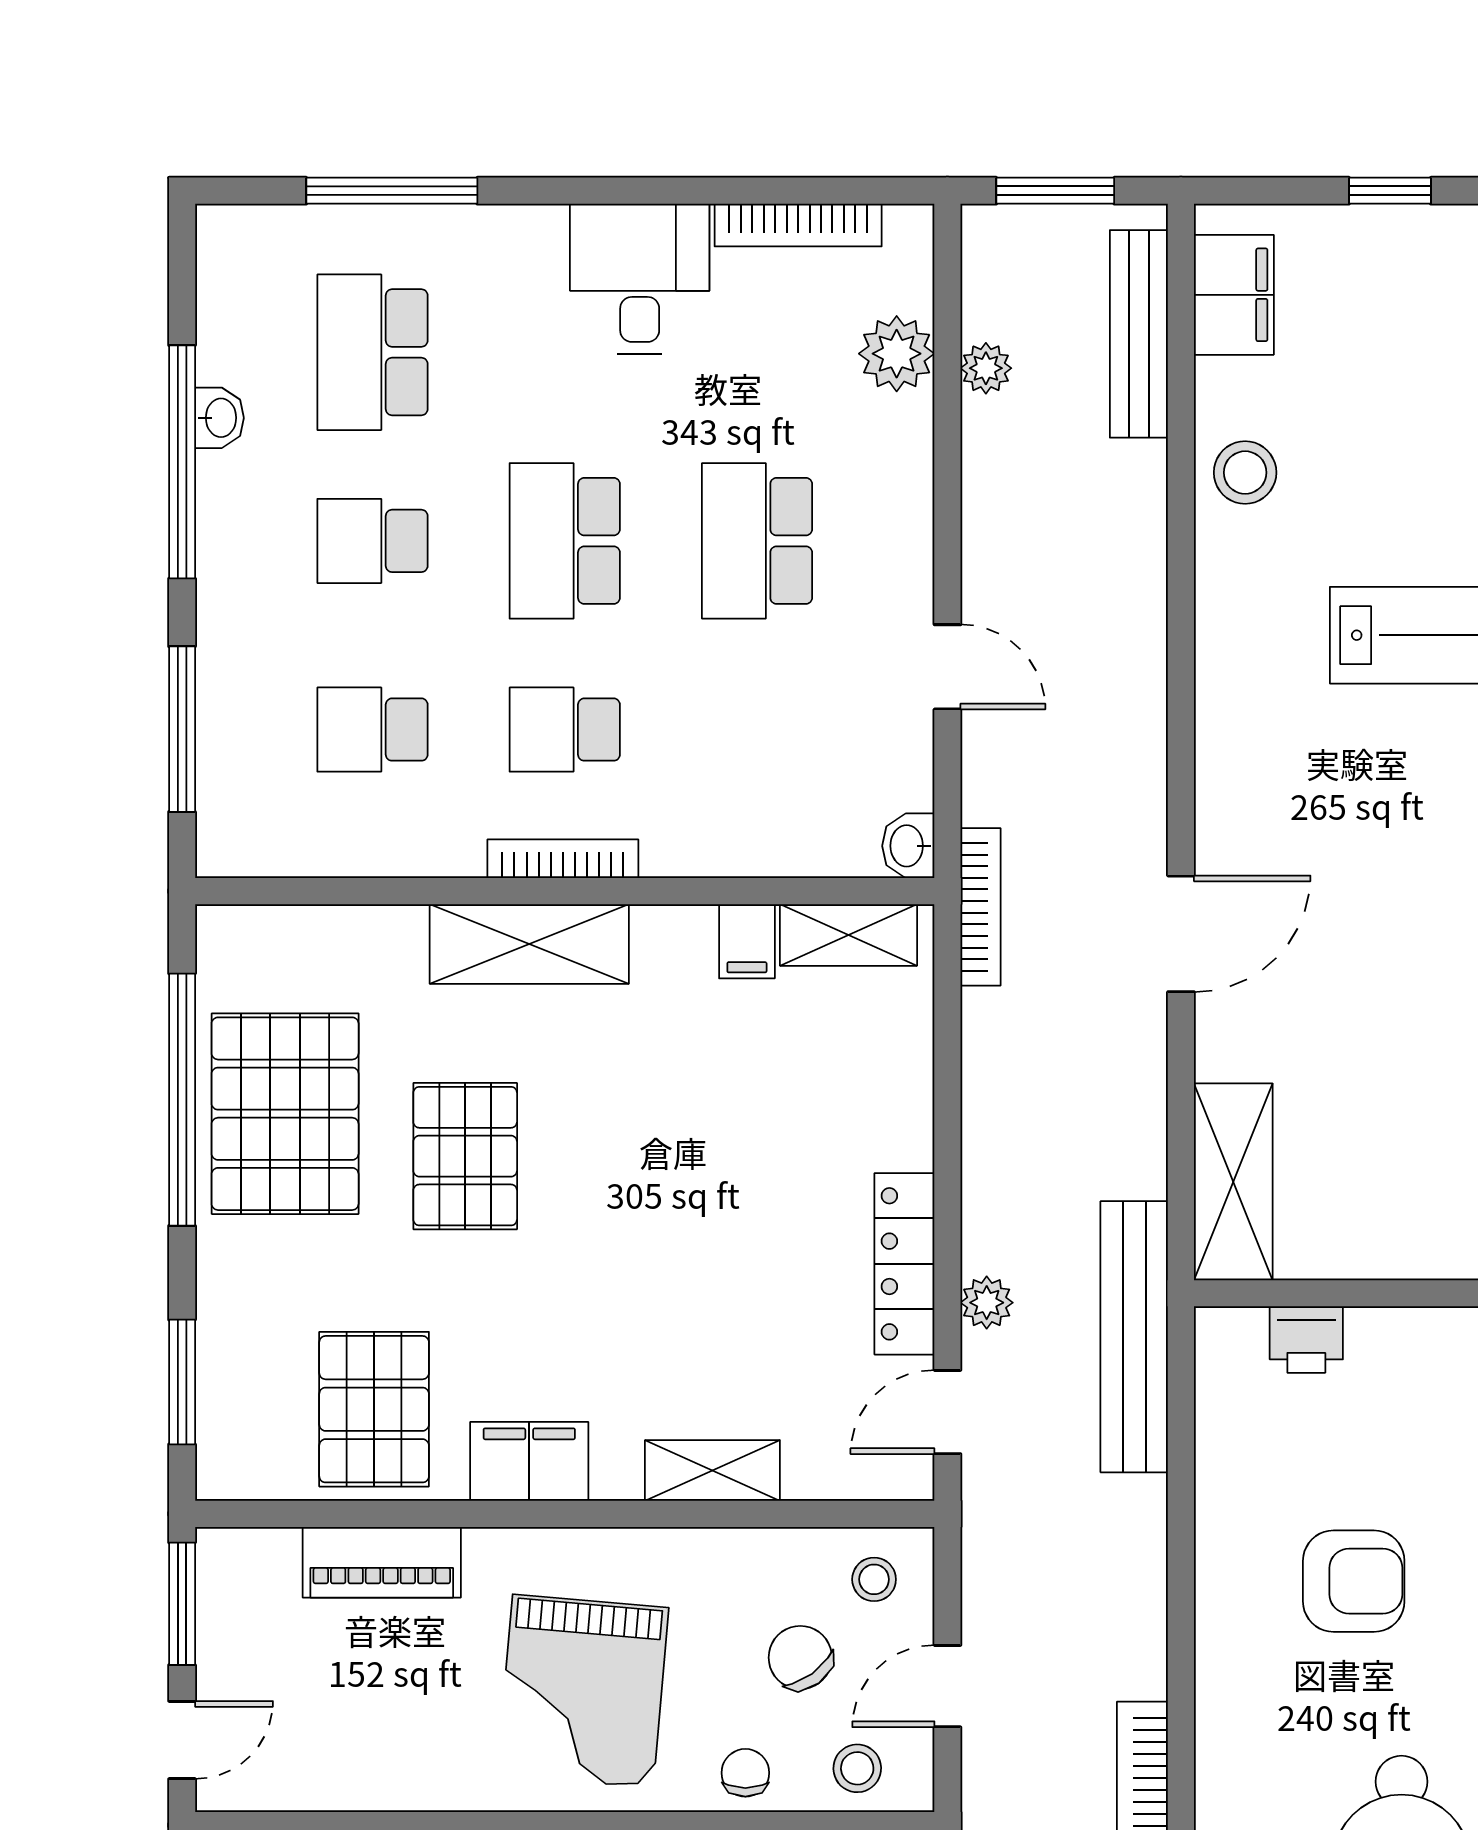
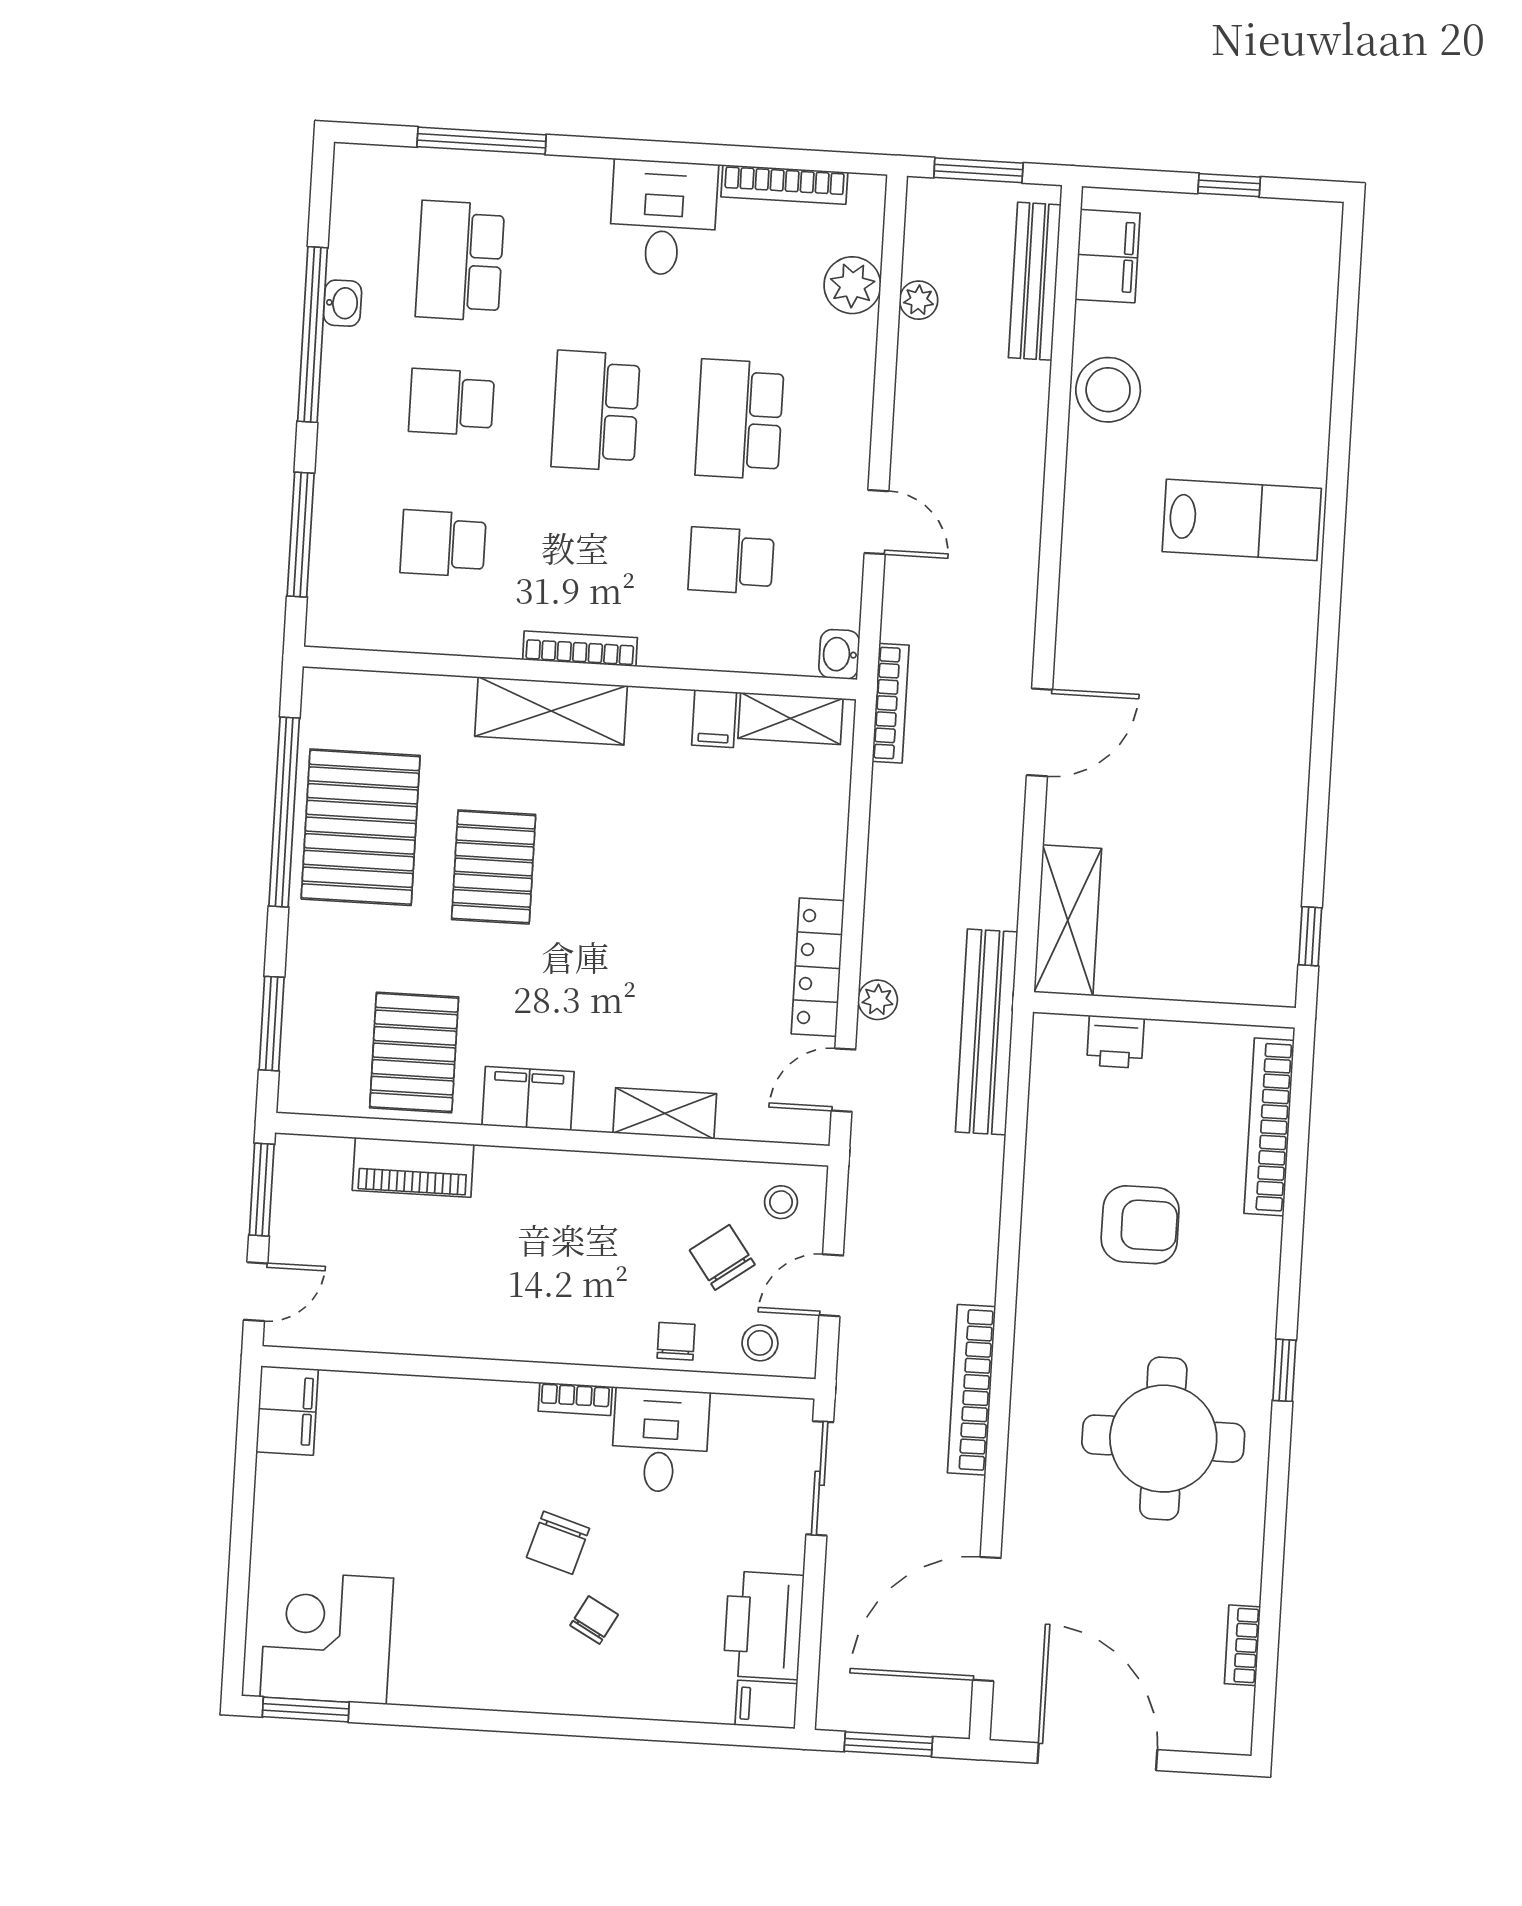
stool: (1245, 473) -> (1108, 390), width x1.38, depth x1.38
school desk: (565, 730) -> (731, 561), moved
grand piano: (583, 1691) -> (558, 1273), removed

